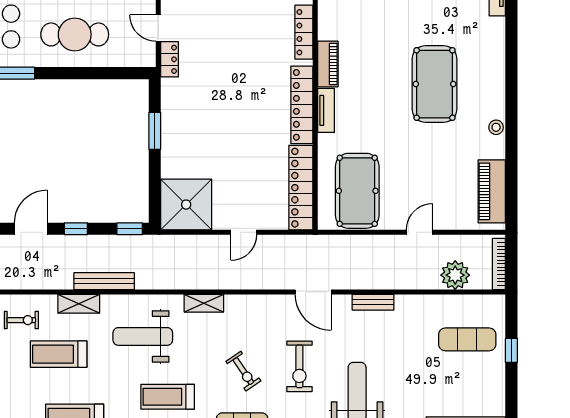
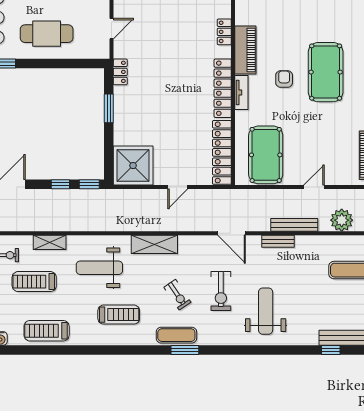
door: (158, 28) -> (111, 29), swing flipped
locker: (304, 32) -> (224, 32), width x0.66
locker: (170, 59) -> (120, 72), moved
piano: (328, 64) -> (245, 50), width x1.37, depth x1.33
armchair: (381, 93) -> (284, 79), added
window: (76, 229) -> (60, 184), moved
bench: (104, 281) -> (294, 225), moved
shelving: (204, 303) -> (154, 244), width x1.50, depth x1.33
treadmill: (168, 397) -> (119, 315), turned 180

